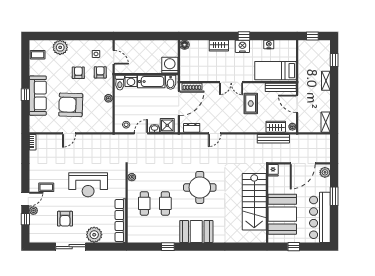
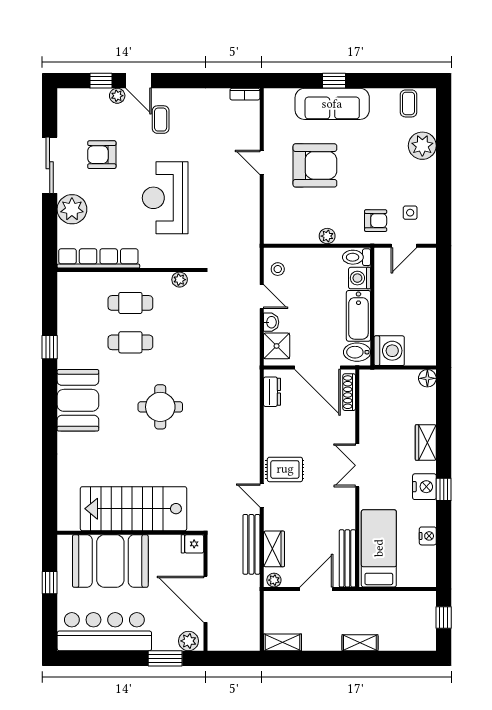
window: (334, 60) -> (399, 658), removed
armchair: (78, 73) -> (375, 180), removed
rug: (251, 103) -> (285, 469), moved
armchair: (71, 105) -> (315, 165), turned 88
door: (215, 133) -> (262, 495), moved
round table: (200, 187) -> (160, 407), width x0.73, depth x0.73
window: (334, 196) -> (165, 658), moved

